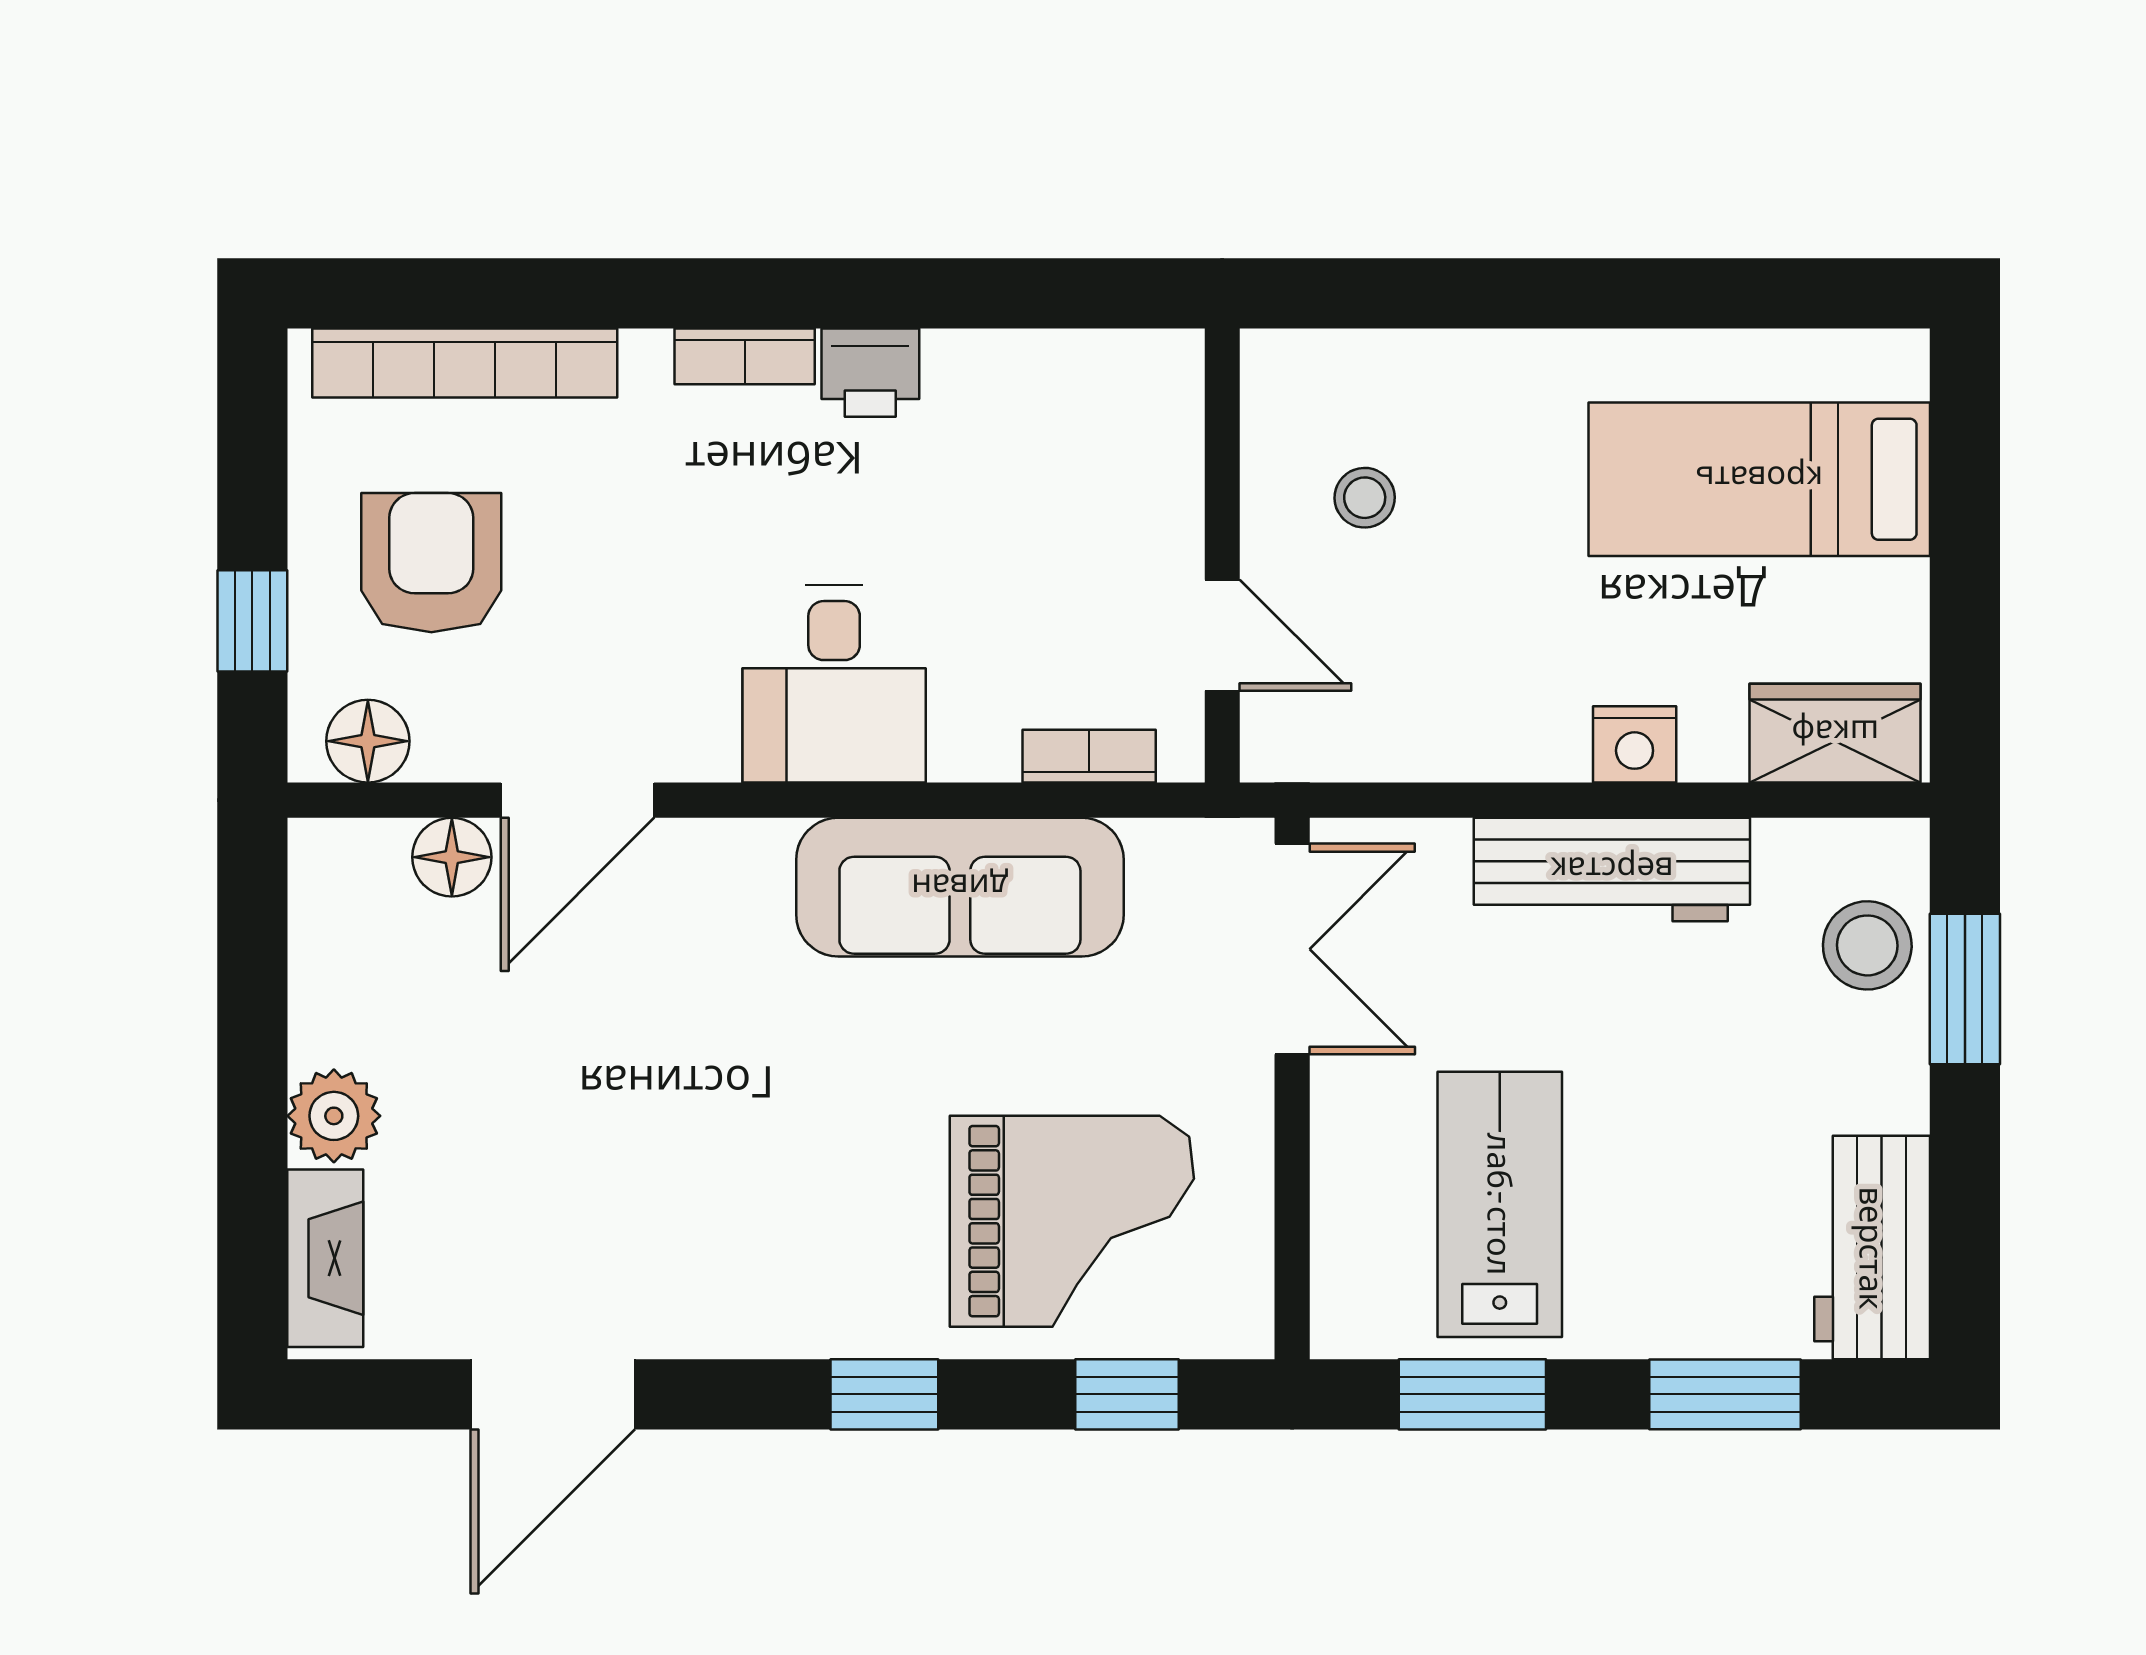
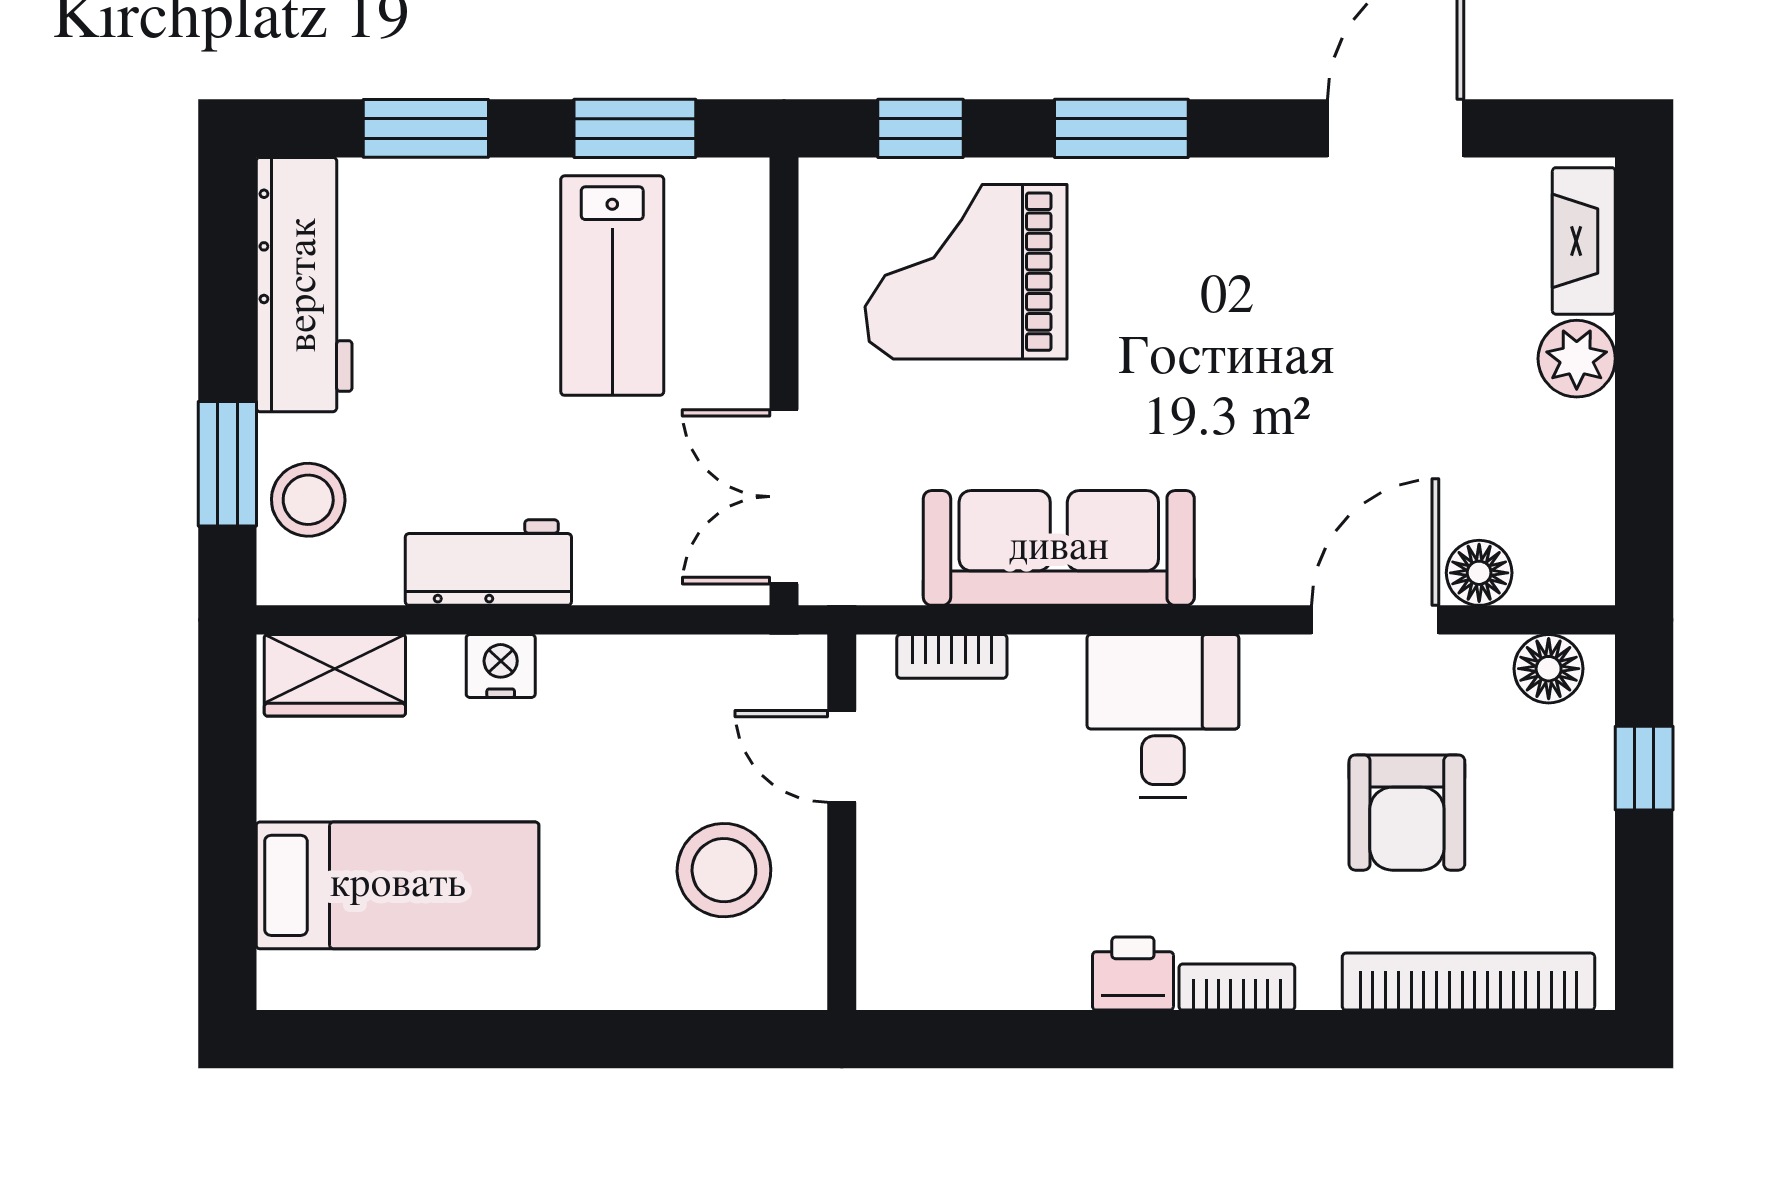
stool: (1365, 498) -> (724, 870), width x1.89, depth x1.89
armchair: (431, 563) -> (1407, 813), moved
workbench: (1612, 870) -> (488, 563), width x0.73
workbench: (1872, 1248) -> (304, 285), width x1.38
window: (884, 1394) -> (1121, 128), width x1.50

